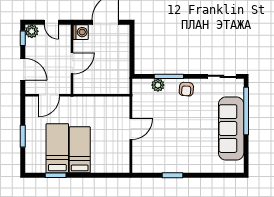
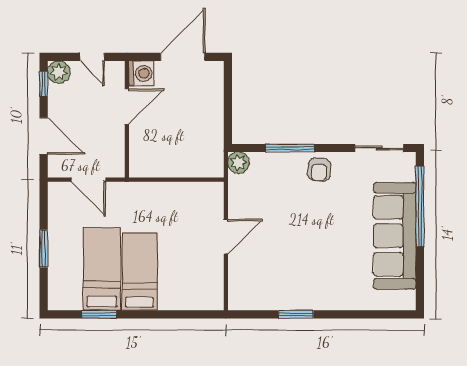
door: (72, 63) -> (127, 106), moved
plant: (158, 85) -> (239, 163), moved
door: (49, 95) -> (88, 180), hinge flipped

